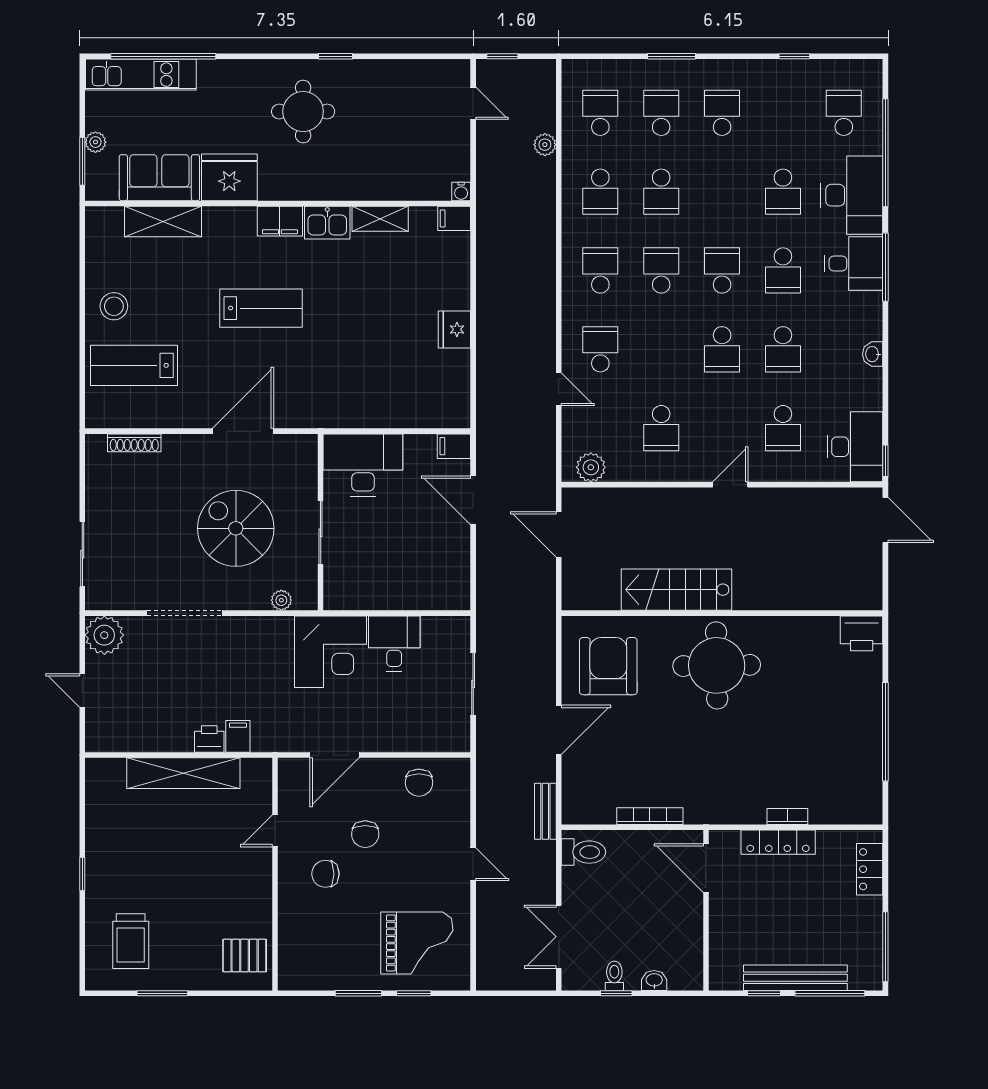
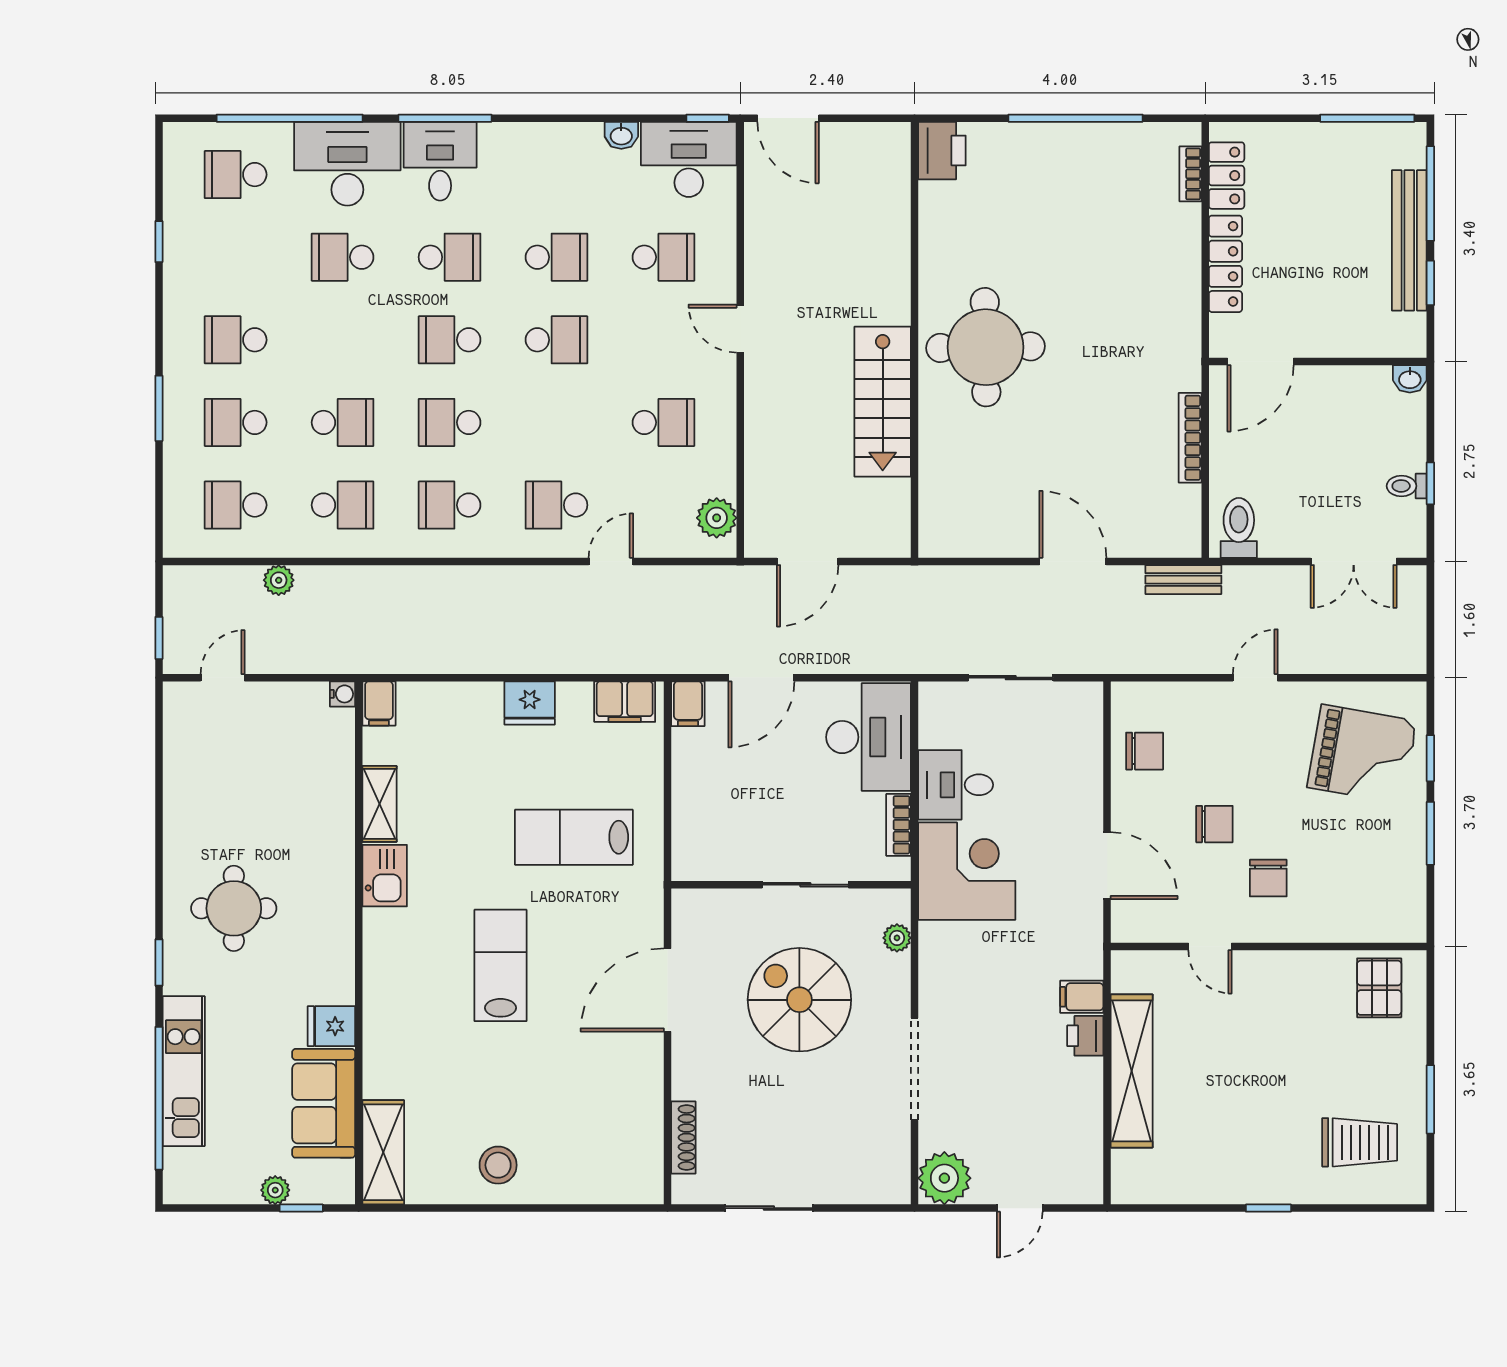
window: (336, 56) -> (159, 963), moved
kitchen unit: (141, 75) -> (184, 1071), moved
window: (82, 161) -> (301, 1208), width x0.67
fridge: (229, 177) -> (331, 1026), width x0.53, depth x0.75
school desk: (783, 192) -> (343, 257), turned 180
filing cabinet: (280, 221) -> (625, 702), moved, turned 90
shelving: (163, 222) -> (383, 1152), moved
washbasin: (873, 354) -> (621, 135), moved
lab bench: (134, 365) -> (574, 837), moved, turned 90
door: (243, 431) -> (667, 990), hinge flipped
desk: (363, 465) -> (869, 737), moved, turned 180
door: (885, 520) -> (788, 118), swing flipped
spiral stairs: (236, 528) -> (799, 1000), turned 90
sliding door: (82, 554) -> (769, 1208), moved
bookcase: (365, 601) -> (899, 825), added
armchair: (608, 666) -> (986, 494), removed
bookcase: (787, 816) -> (1190, 174), moved
locker: (870, 869) -> (1227, 176), moved, turned -90
grand piano: (417, 943) -> (1362, 754), turned 100
washbasin: (654, 981) -> (1410, 379), moved, turned -90

